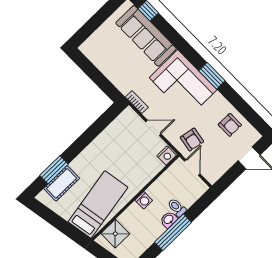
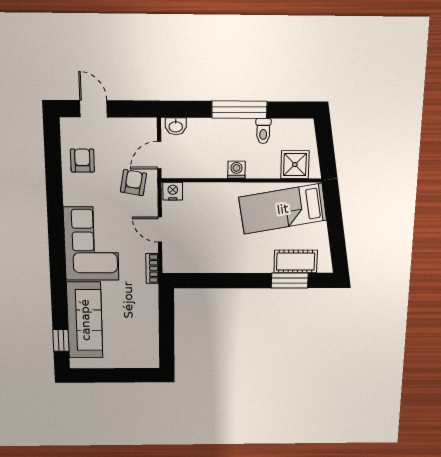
window: (212, 76) -> (56, 225), removed
toilet: (177, 207) -> (263, 131), moved
washbasin: (169, 220) -> (176, 126), moved

